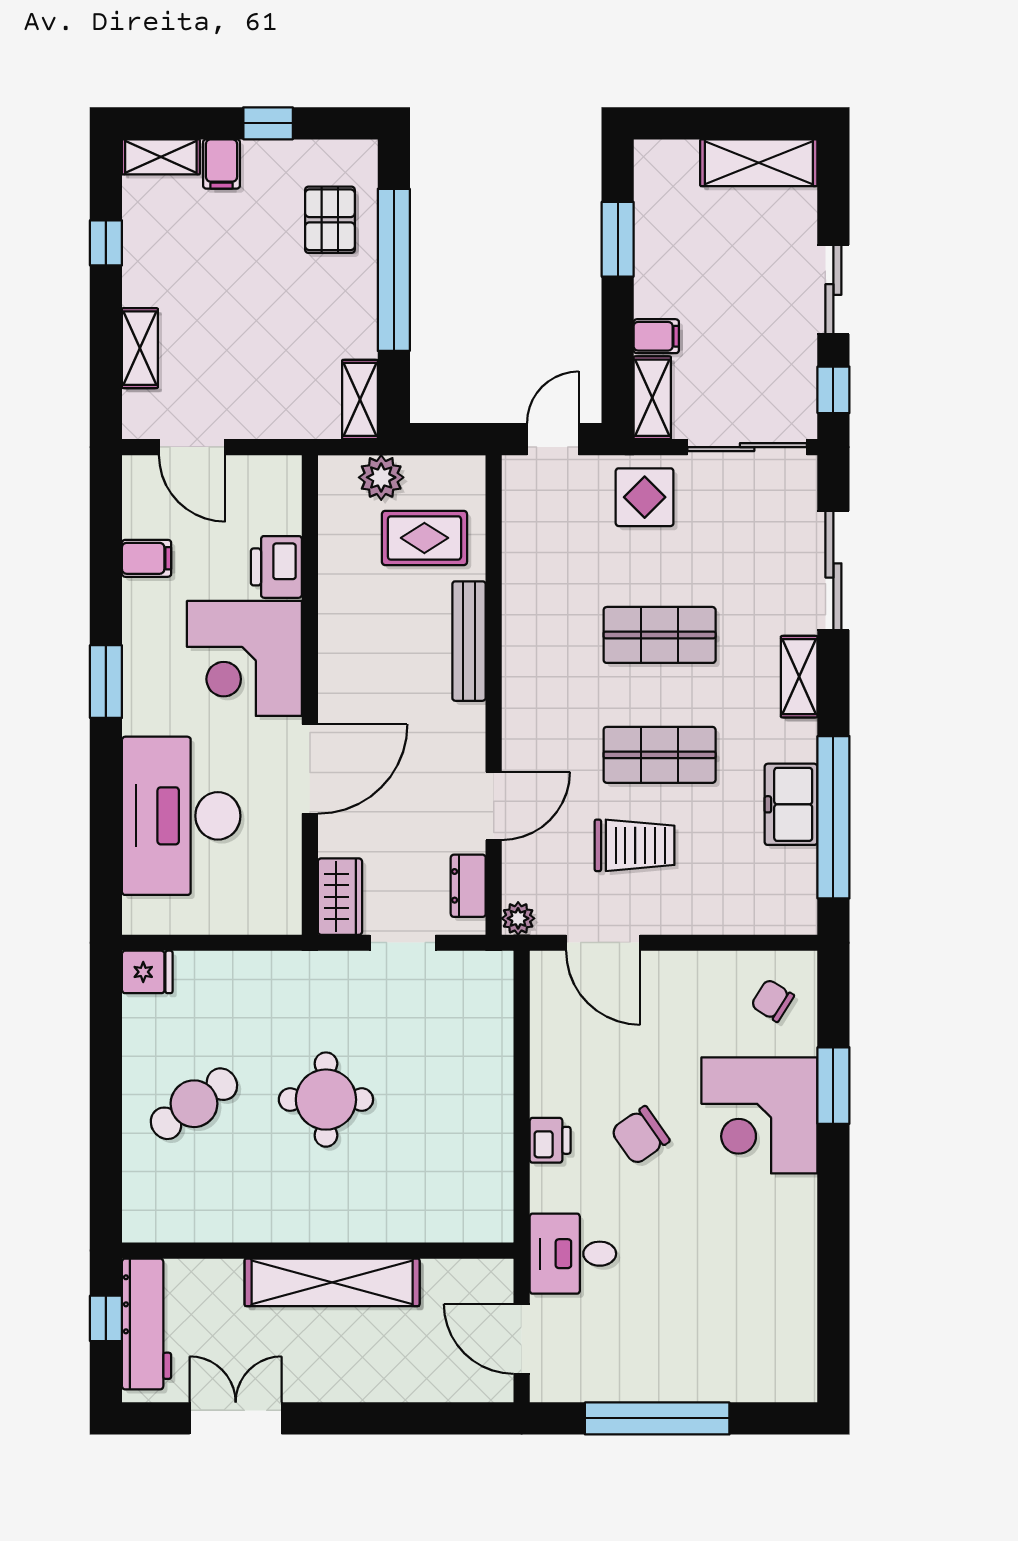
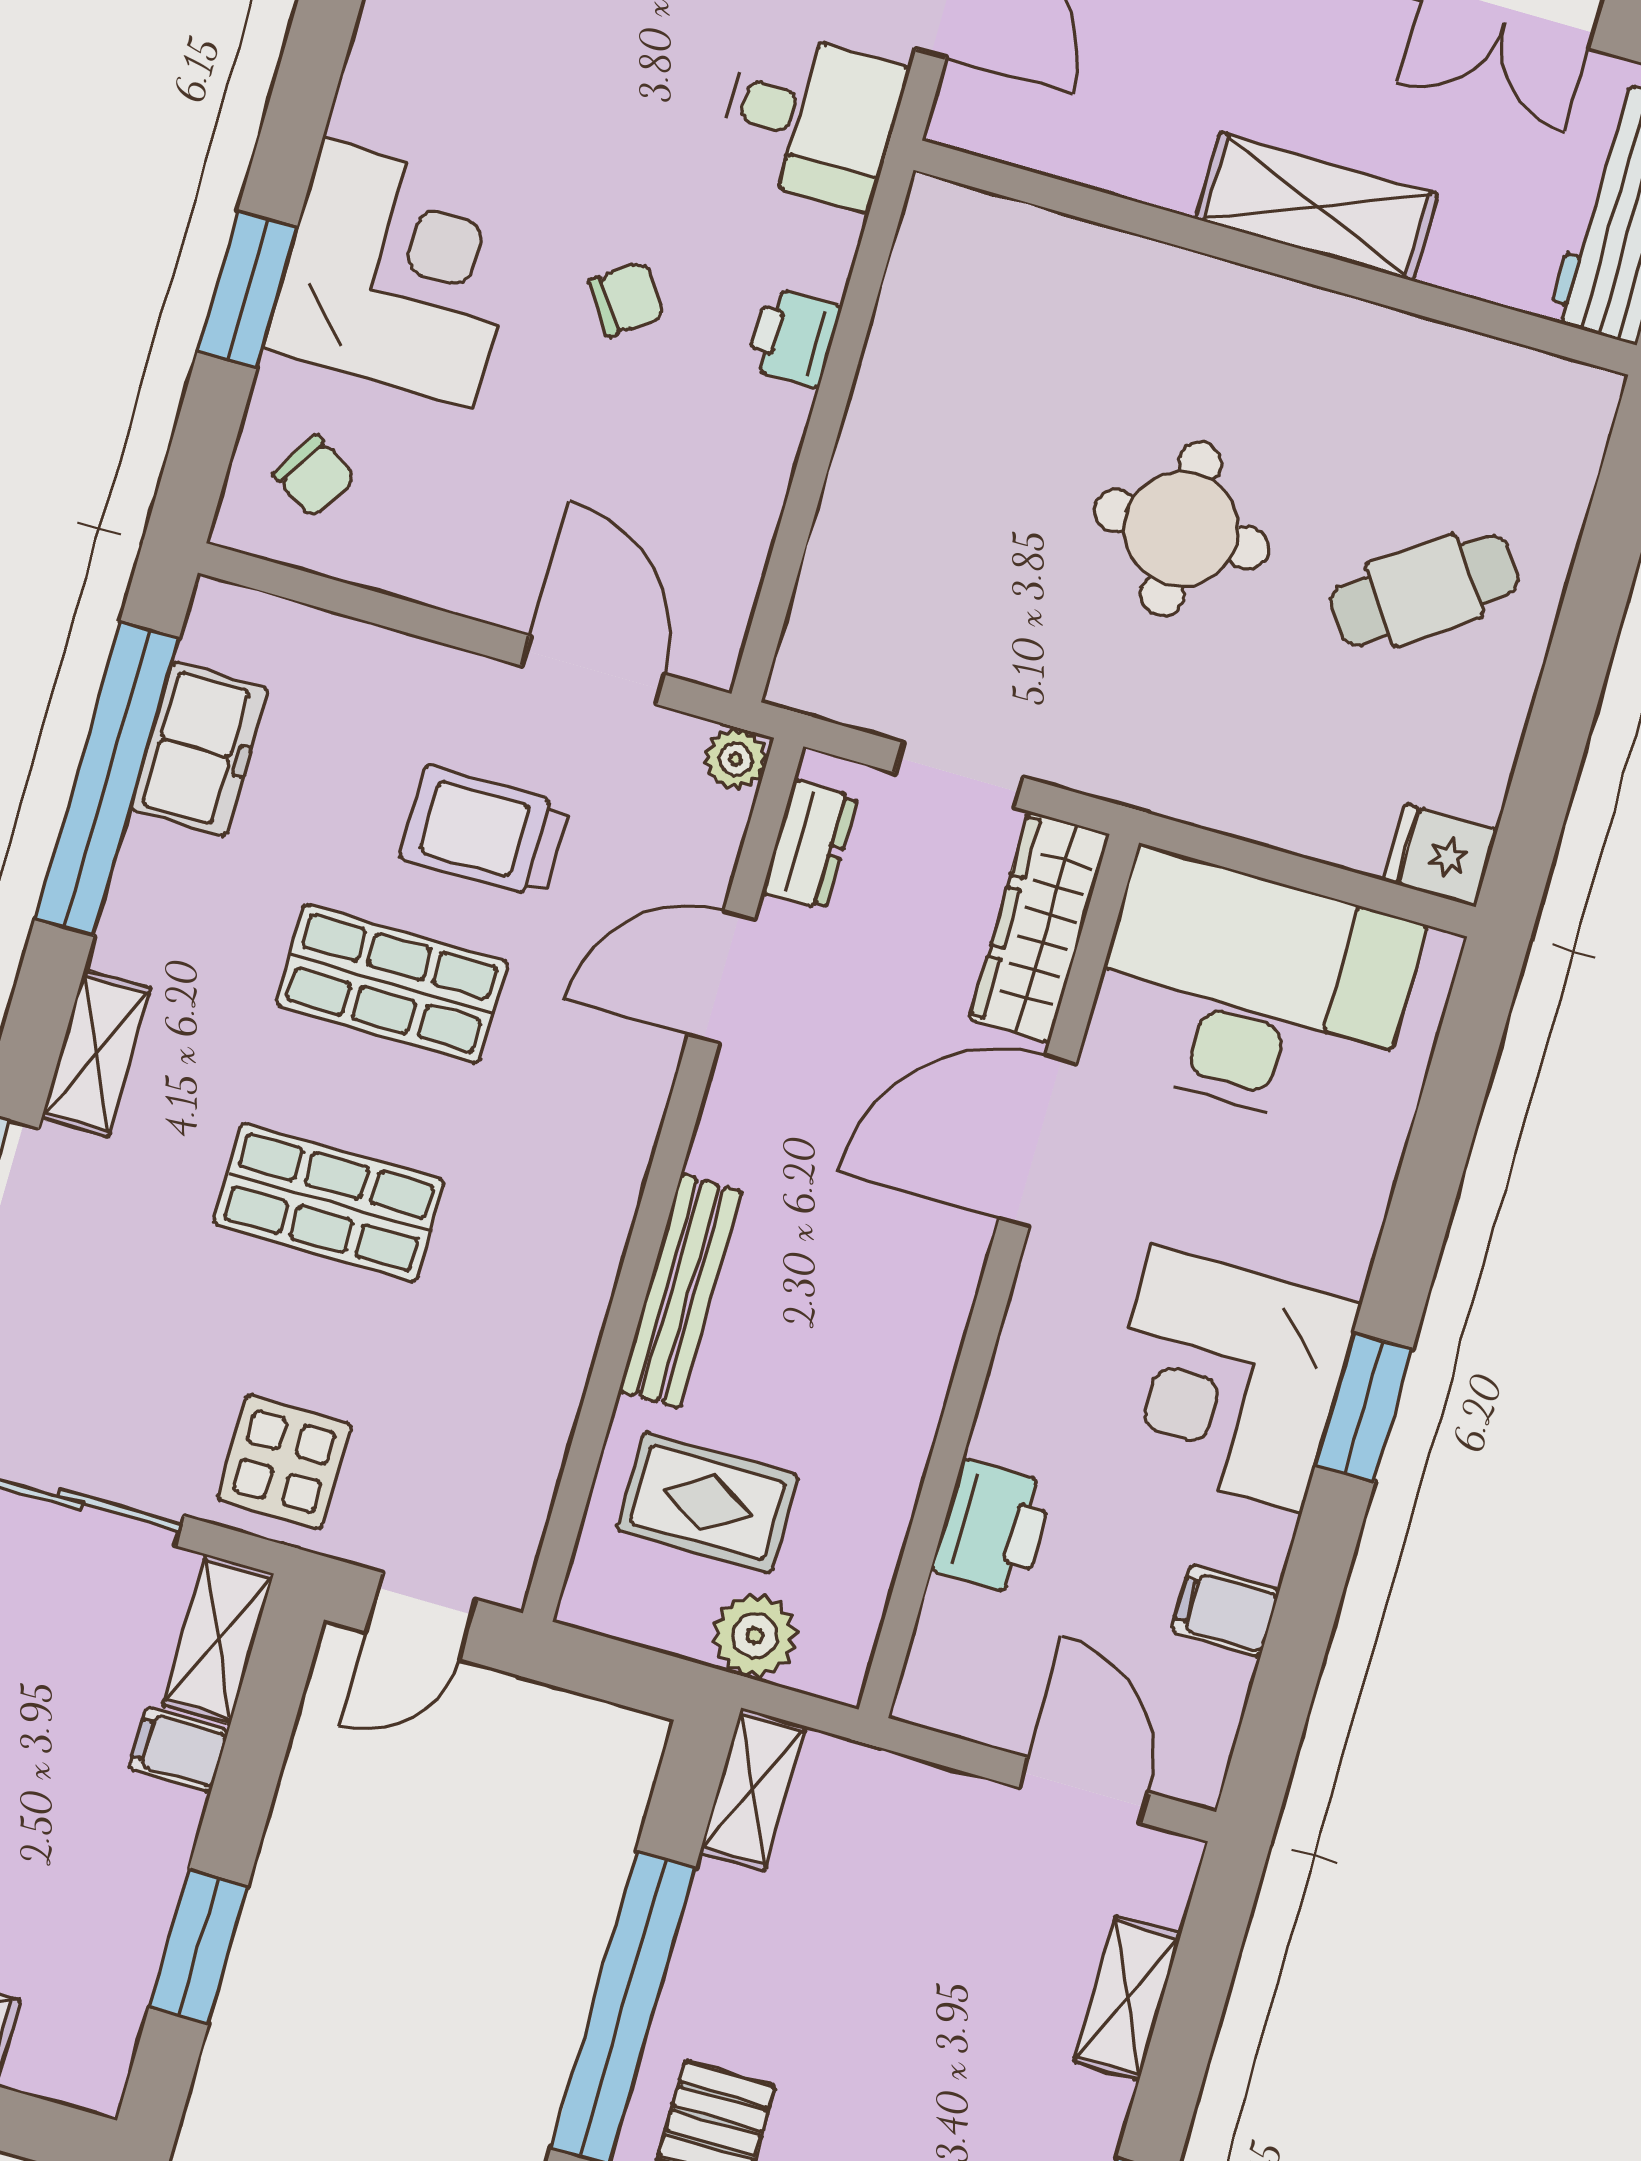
corner desk: (244, 658) -> (1227, 1379), moved, turned 180
freezer: (791, 804) -> (199, 749), moved
desk: (181, 816) -> (1252, 992), moved, turned -90
wardrobe: (340, 897) -> (1039, 927), width x1.50
chair: (640, 1136) -> (627, 299), width x0.73, depth x0.73
shelving: (332, 1282) -> (1317, 207), width x0.68

